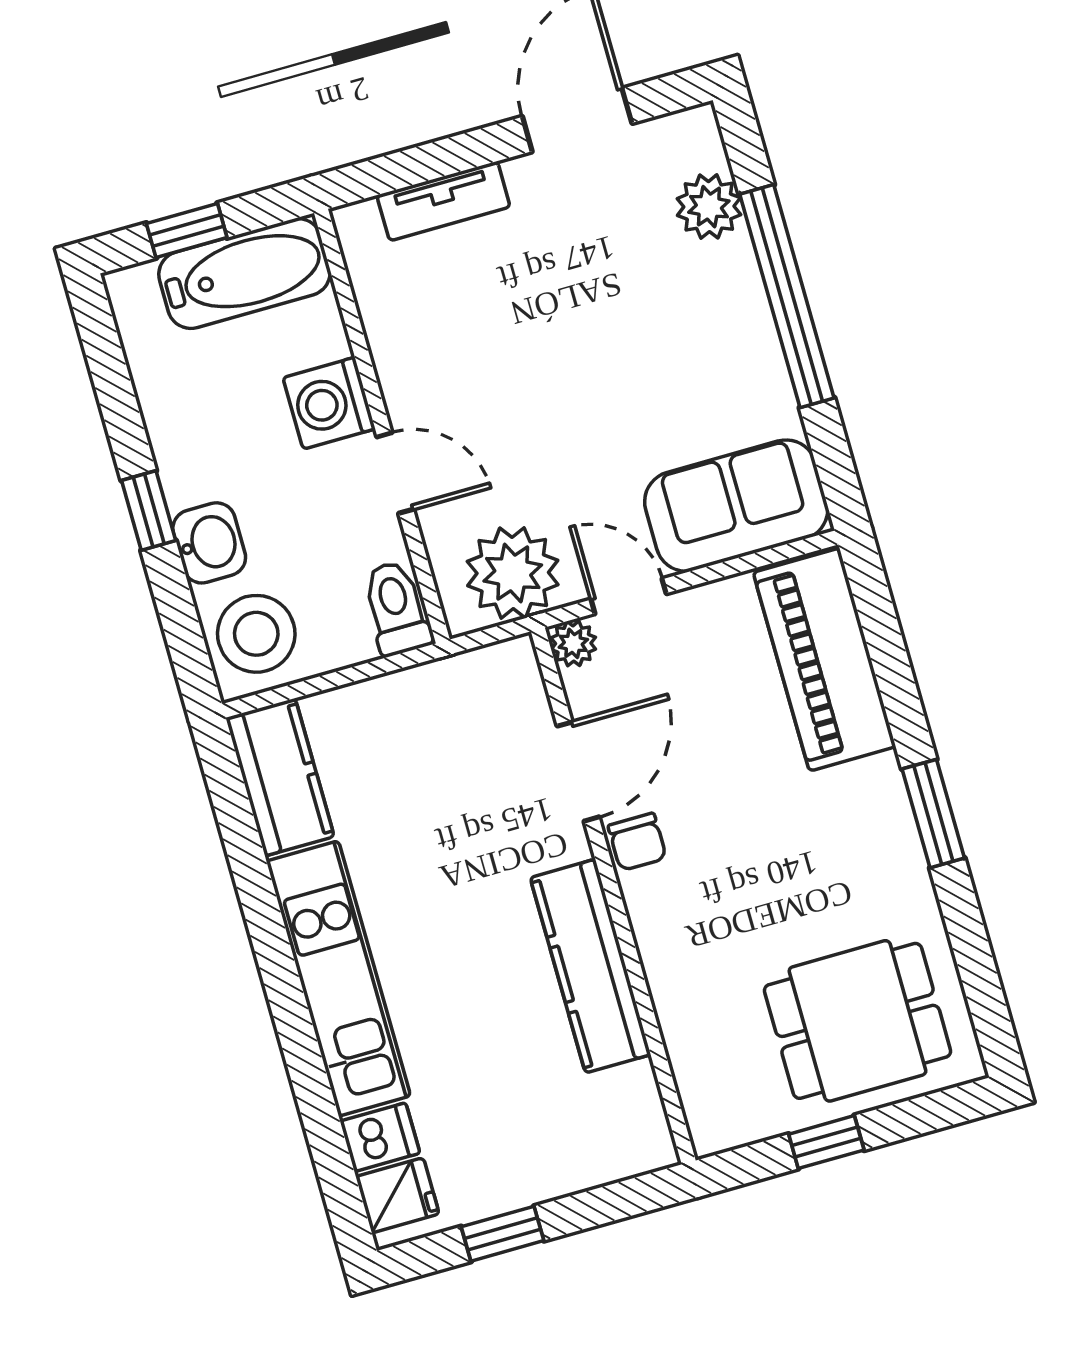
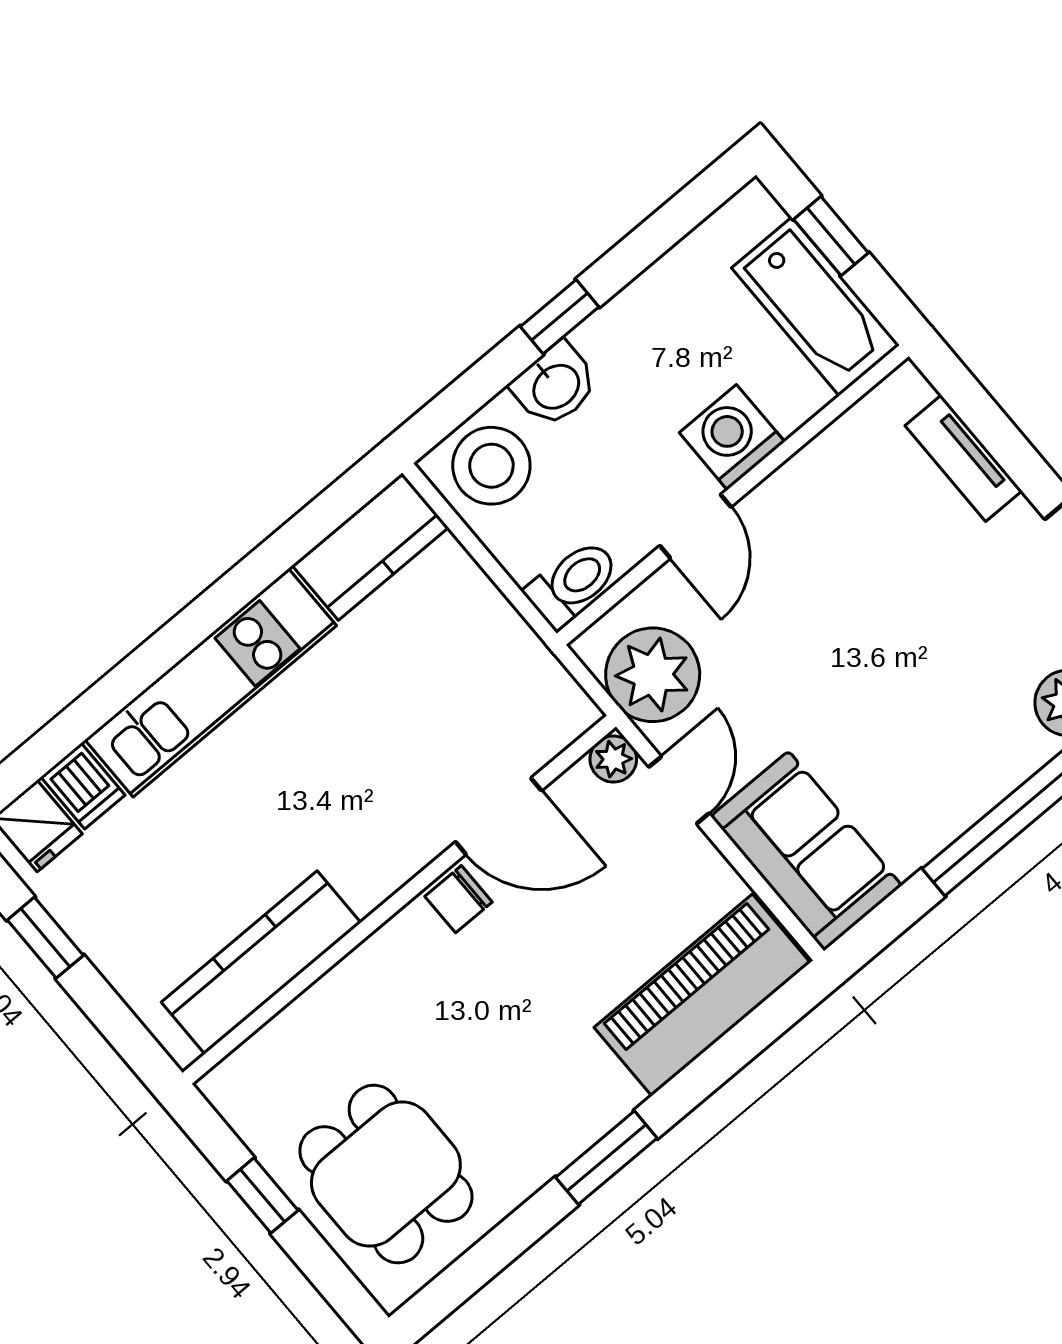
kitchen counter: (590, 966) -> (261, 962), moved

